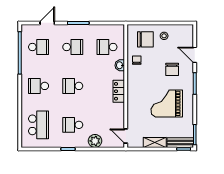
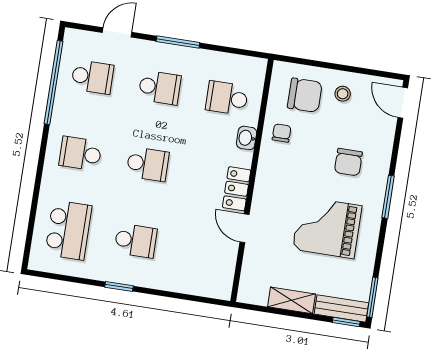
door: (195, 55) -> (403, 103), moved
school desk: (73, 86) -> (148, 164), turned 180
school desk: (73, 125) -> (136, 241), turned 180
door: (126, 136) -> (245, 228), moved
plant: (95, 141) -> (174, 279), removed

